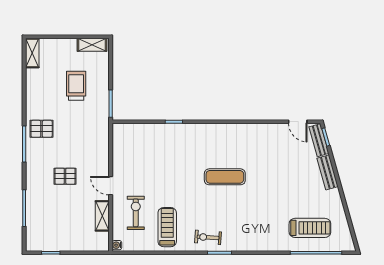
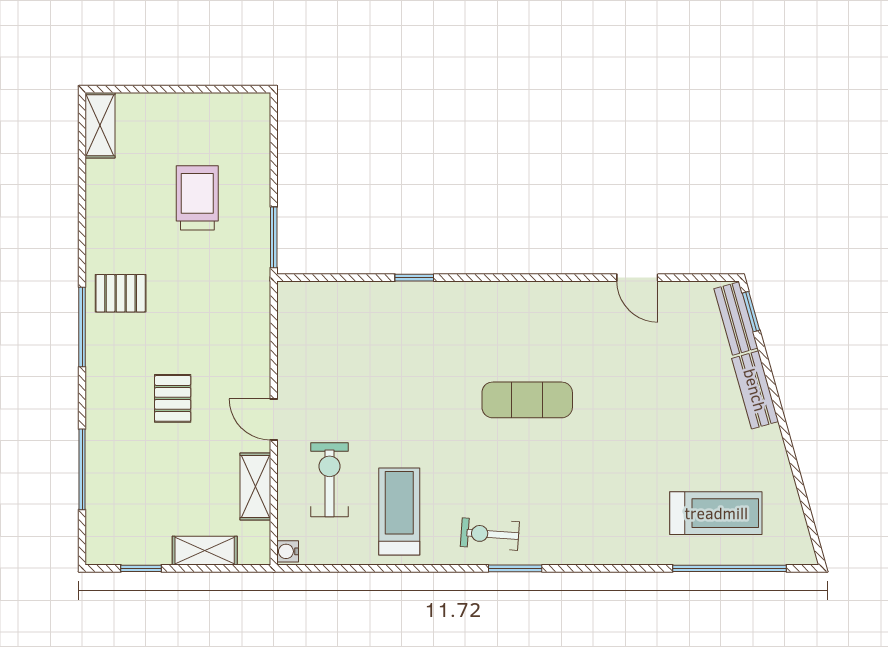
shelving: (92, 45) -> (205, 551), moved
door: (298, 122) -> (637, 278), moved
pallet: (65, 176) -> (173, 398), turned 90

